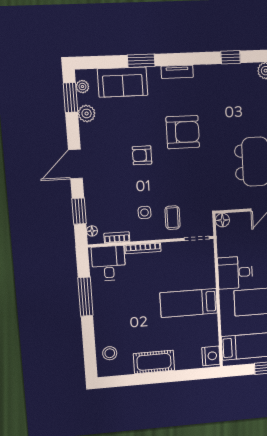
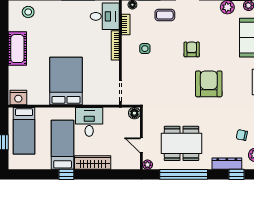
chair: (243, 88) -> (242, 135), added
armchair: (183, 132) -> (209, 84), turned 180
coffee table: (173, 218) -> (165, 15), moved
bed: (189, 303) -> (66, 81), width x1.50

